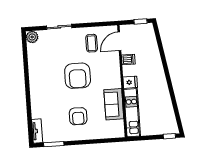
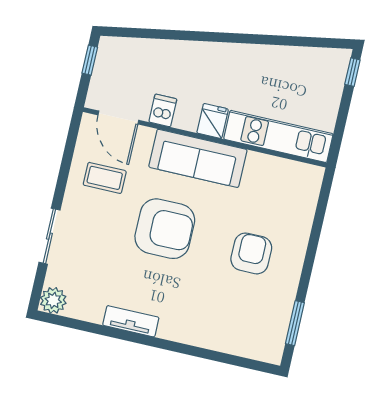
sofa: (114, 104) -> (198, 158), moved, width x1.36
armchair: (78, 116) -> (251, 253), turned -90
tv unit: (37, 131) -> (131, 321), moved

